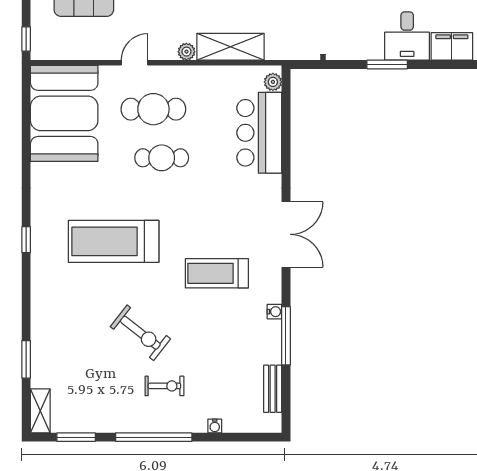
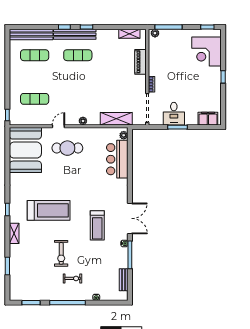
desk: (407, 36) -> (174, 114), moved
shelving: (230, 47) -> (116, 119), moved
cafe table: (162, 158) -> (71, 171), removed
double door: (286, 234) -> (130, 218), moved
treadmill: (114, 241) -> (49, 210), turned 180
treadmill: (217, 273) -> (97, 225), turned -90
exercise bike: (140, 333) -> (61, 253), turned 52
shelving: (40, 411) -> (14, 233), moved

